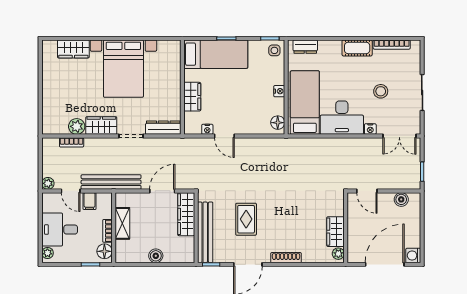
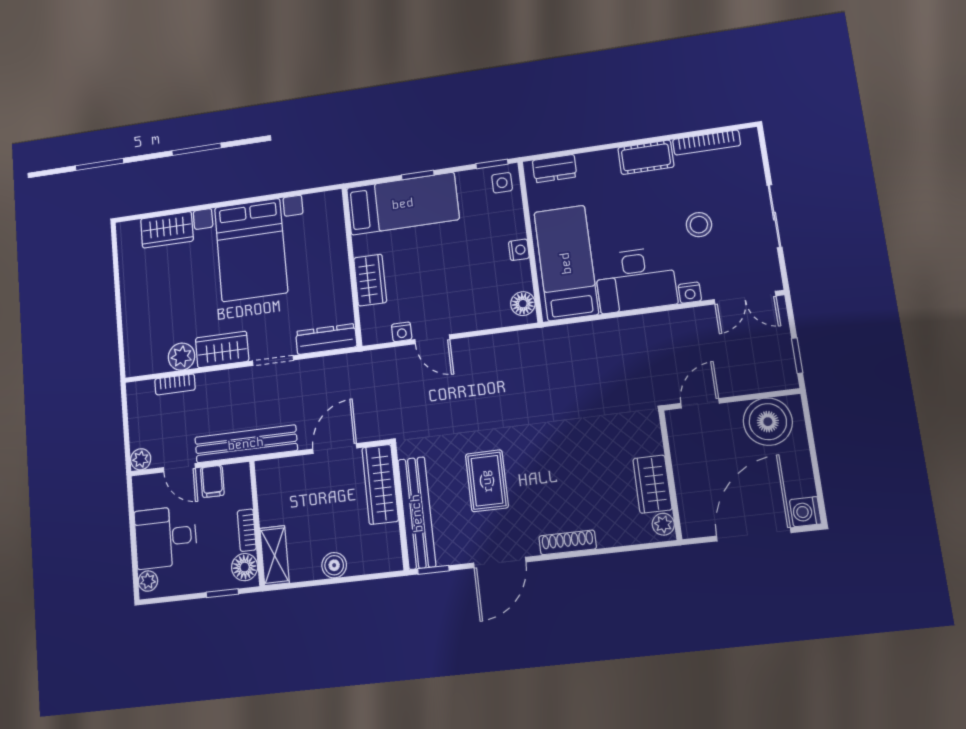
door: (367, 191) -> (700, 403), swing flipped
boiler: (401, 199) -> (768, 422), width x1.86, depth x1.86
shelving: (122, 223) -> (275, 556), moved

